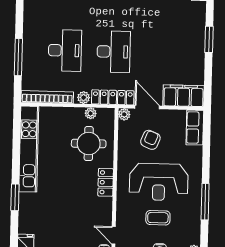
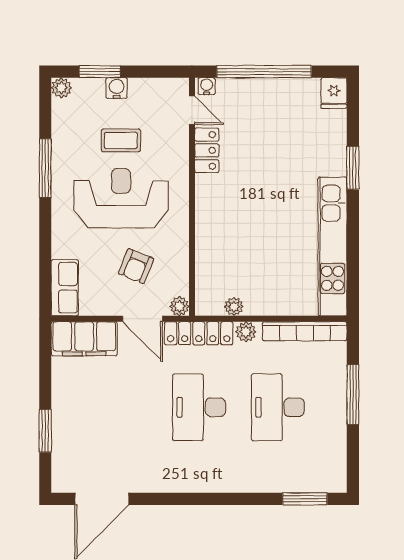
round table: (89, 144) -> (236, 258), removed
locker: (106, 182) -> (207, 150), moved

